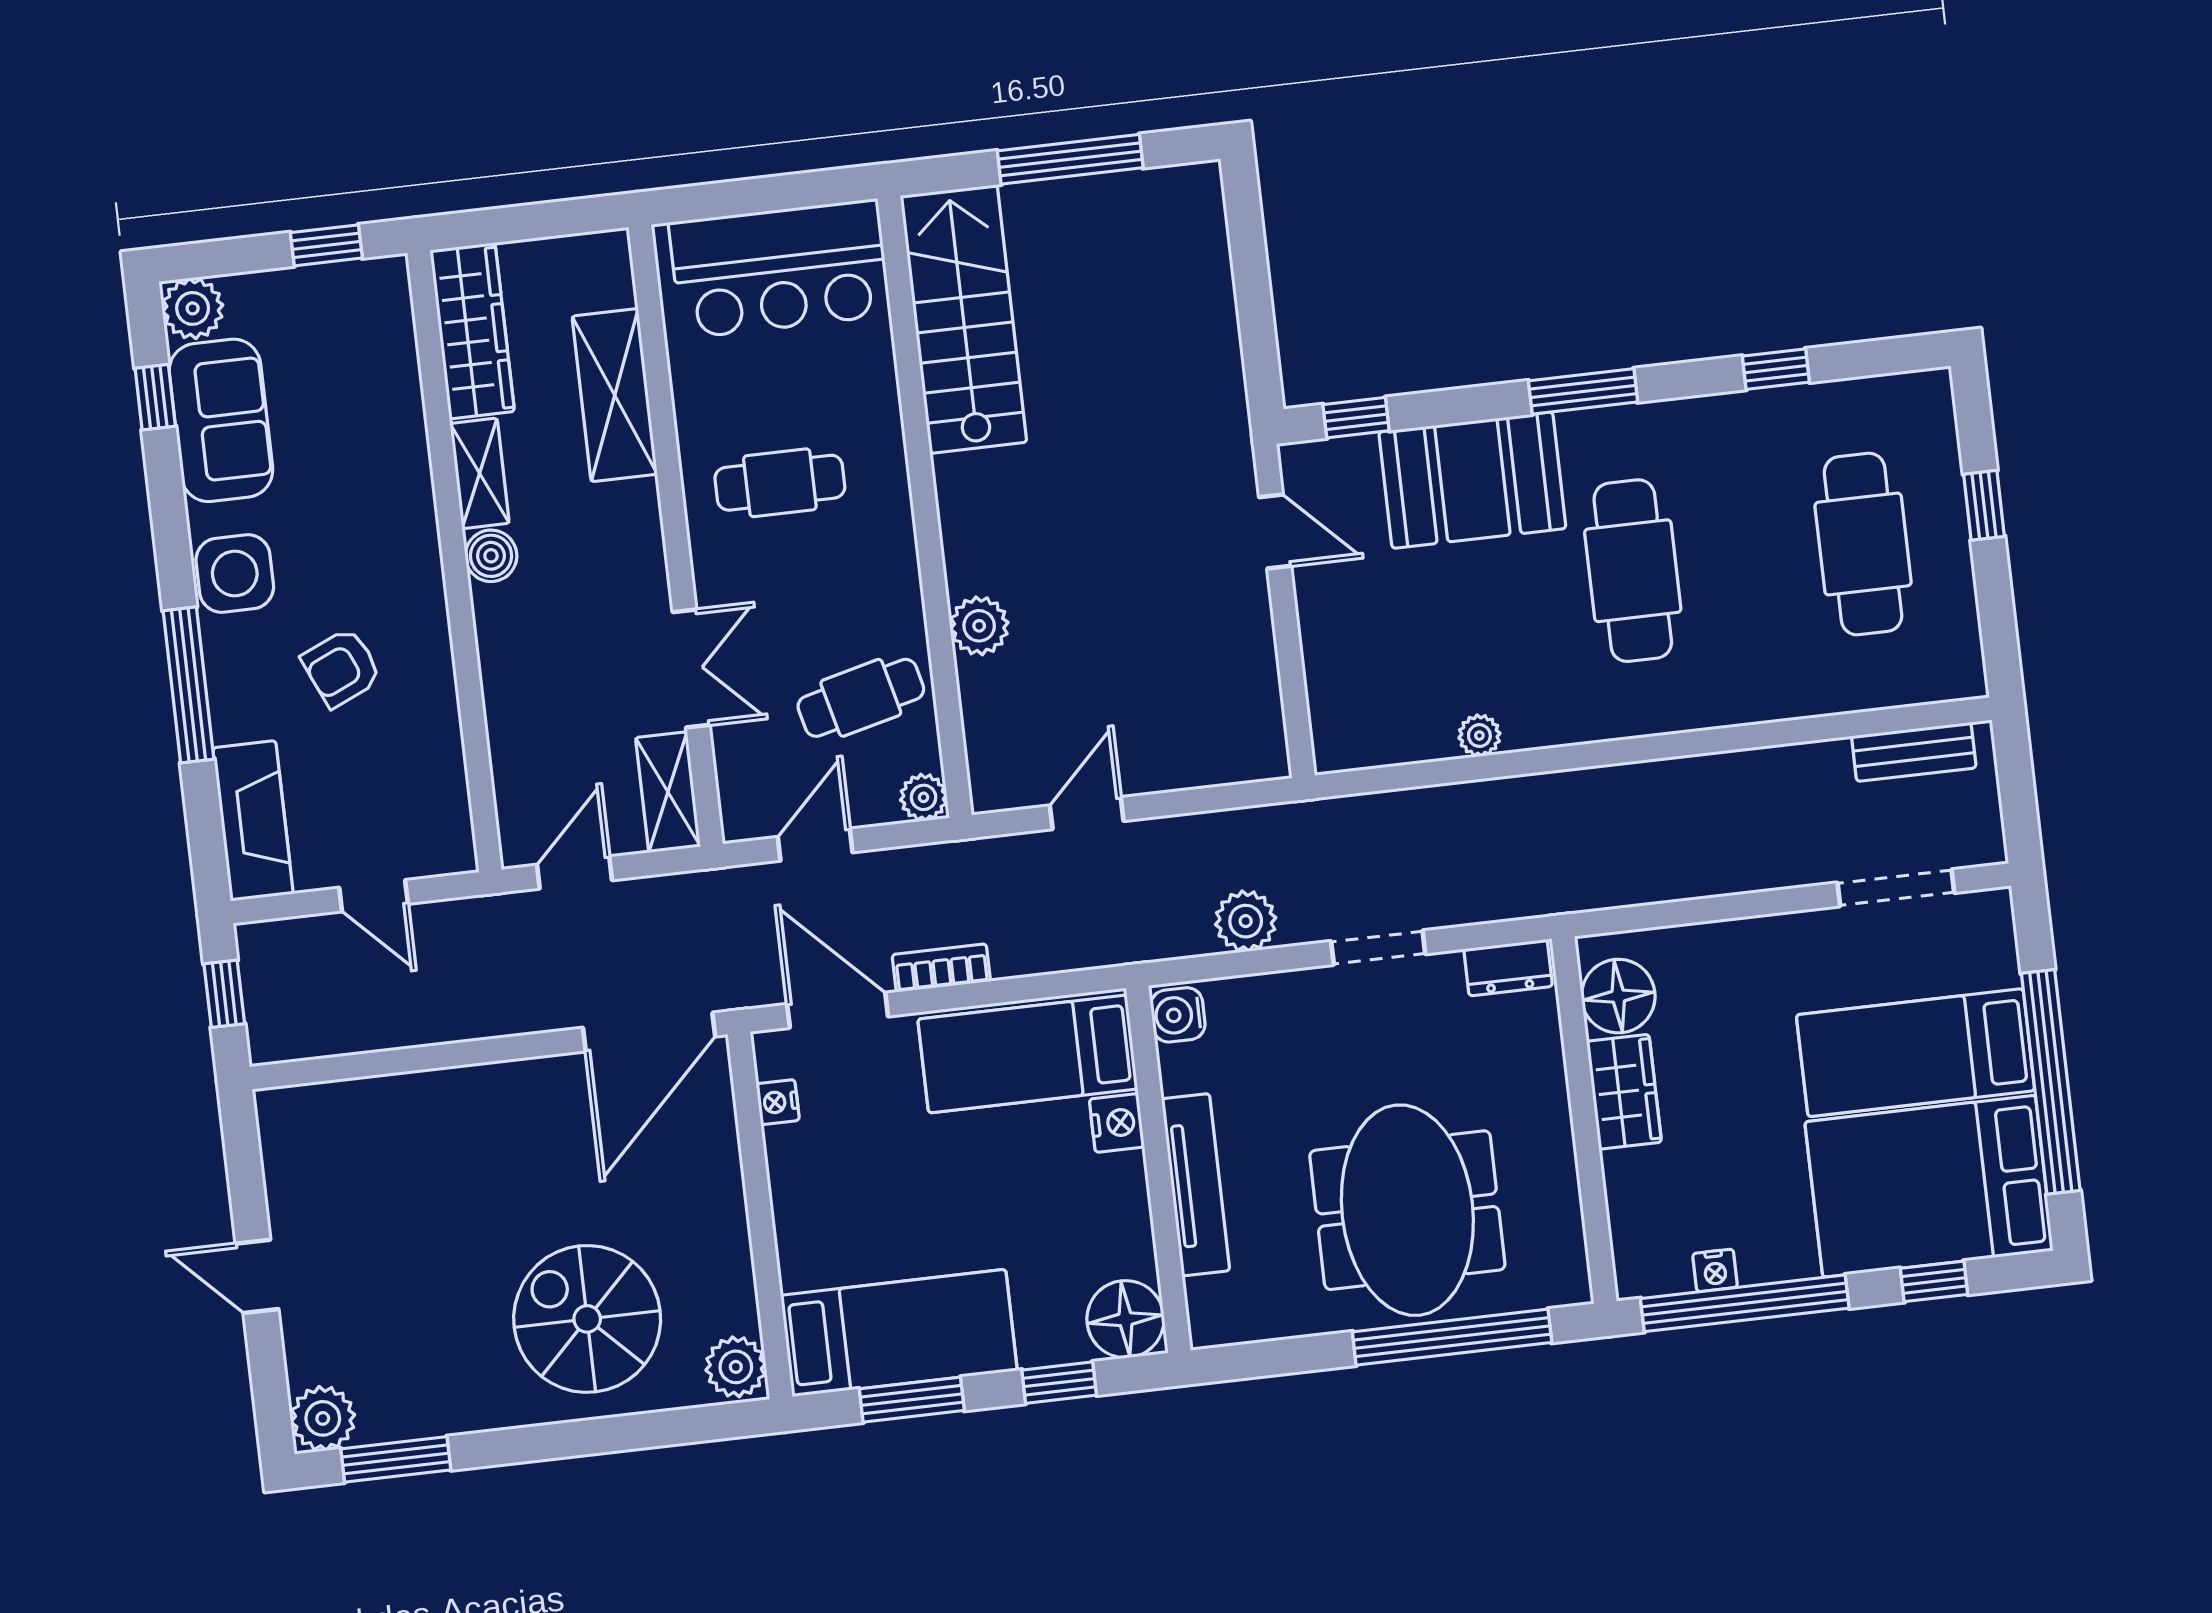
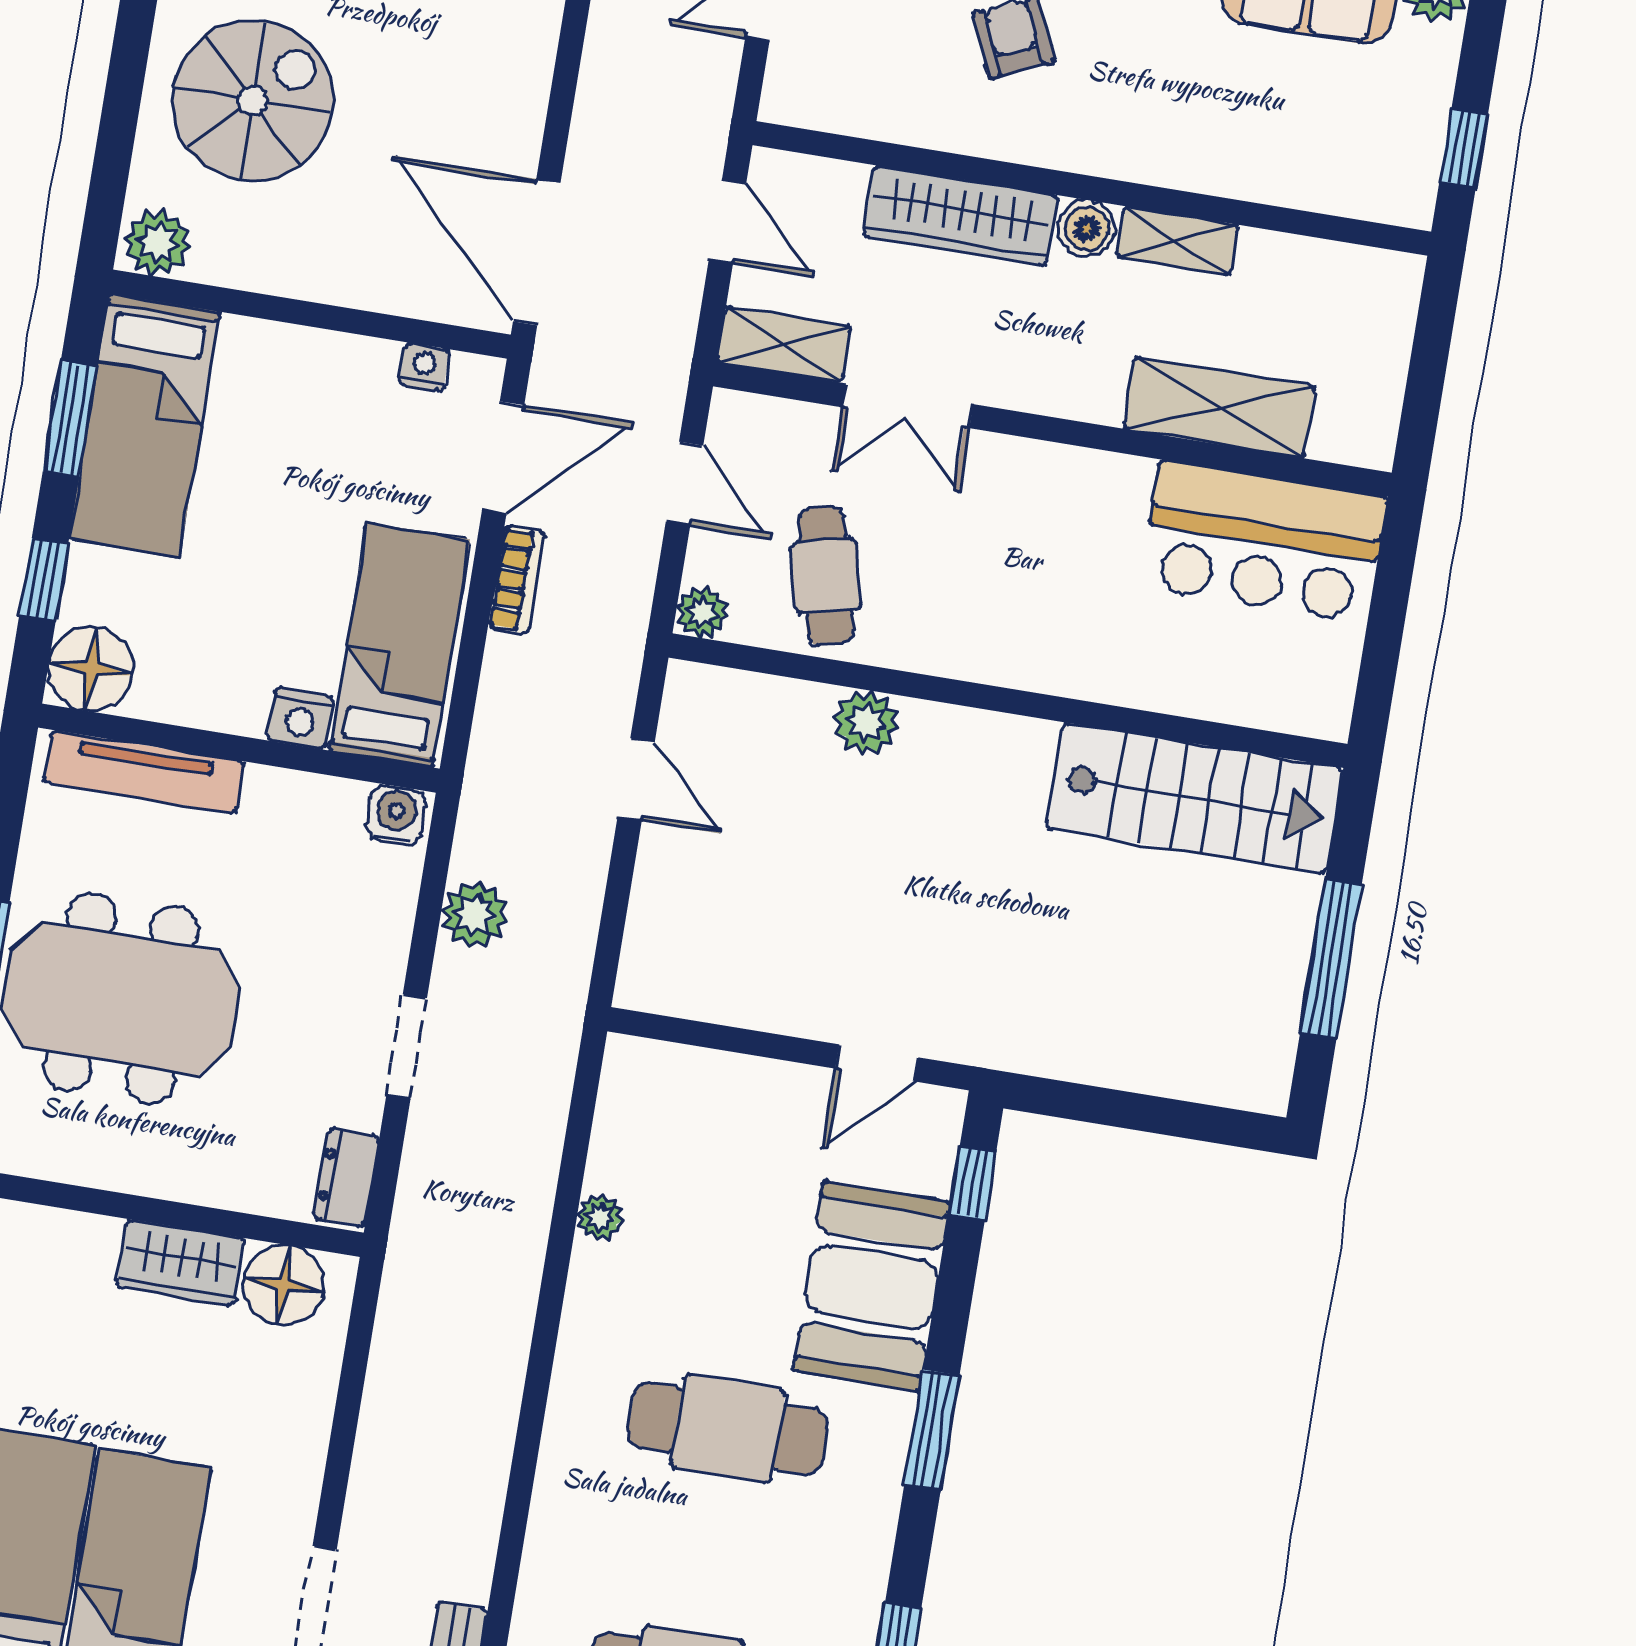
bar counter: (780, 269) -> (1263, 542), moved, turned -90
wardrobe: (472, 331) -> (961, 216), moved
cafe table: (780, 483) -> (1077, 555), removed
tv unit: (1196, 1185) -> (144, 772), moved

